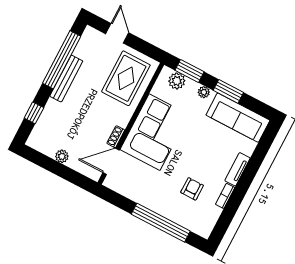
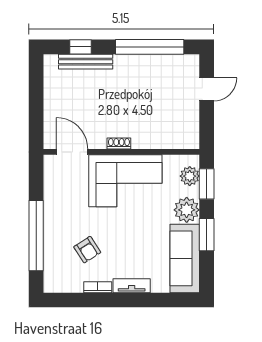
rug: (126, 78) -> (165, 123), removed
bench: (66, 79) -> (86, 62), moved
plant: (204, 92) -> (187, 210), width x1.88, depth x1.88
shoe rack: (116, 137) -> (119, 143), moved
plant: (62, 156) -> (51, 99), removed
armchair: (192, 189) -> (87, 250), turned 57

